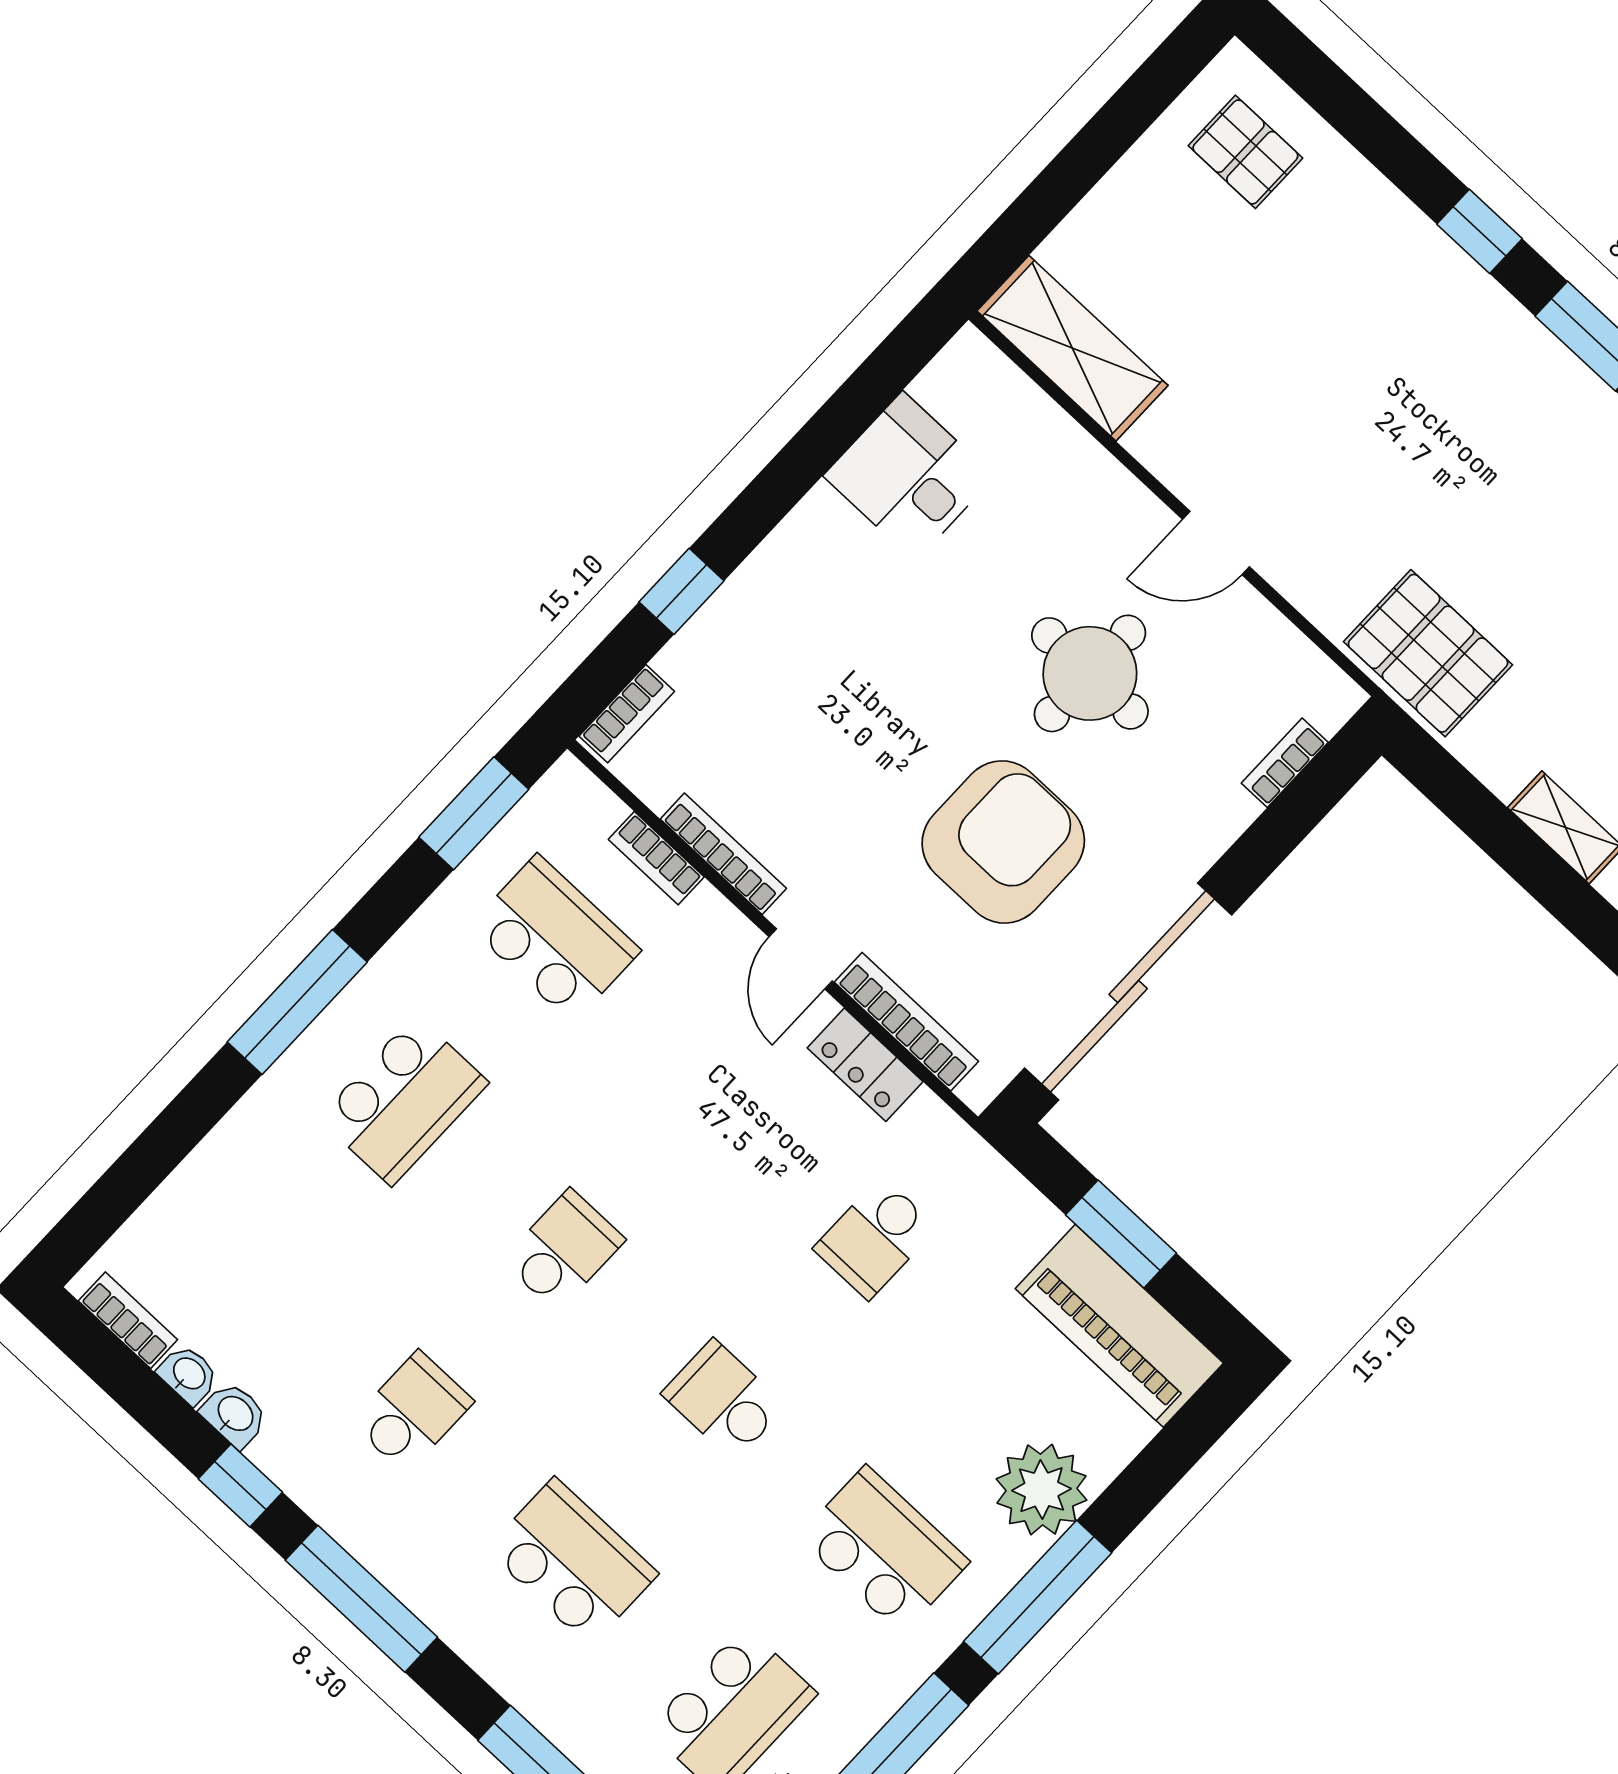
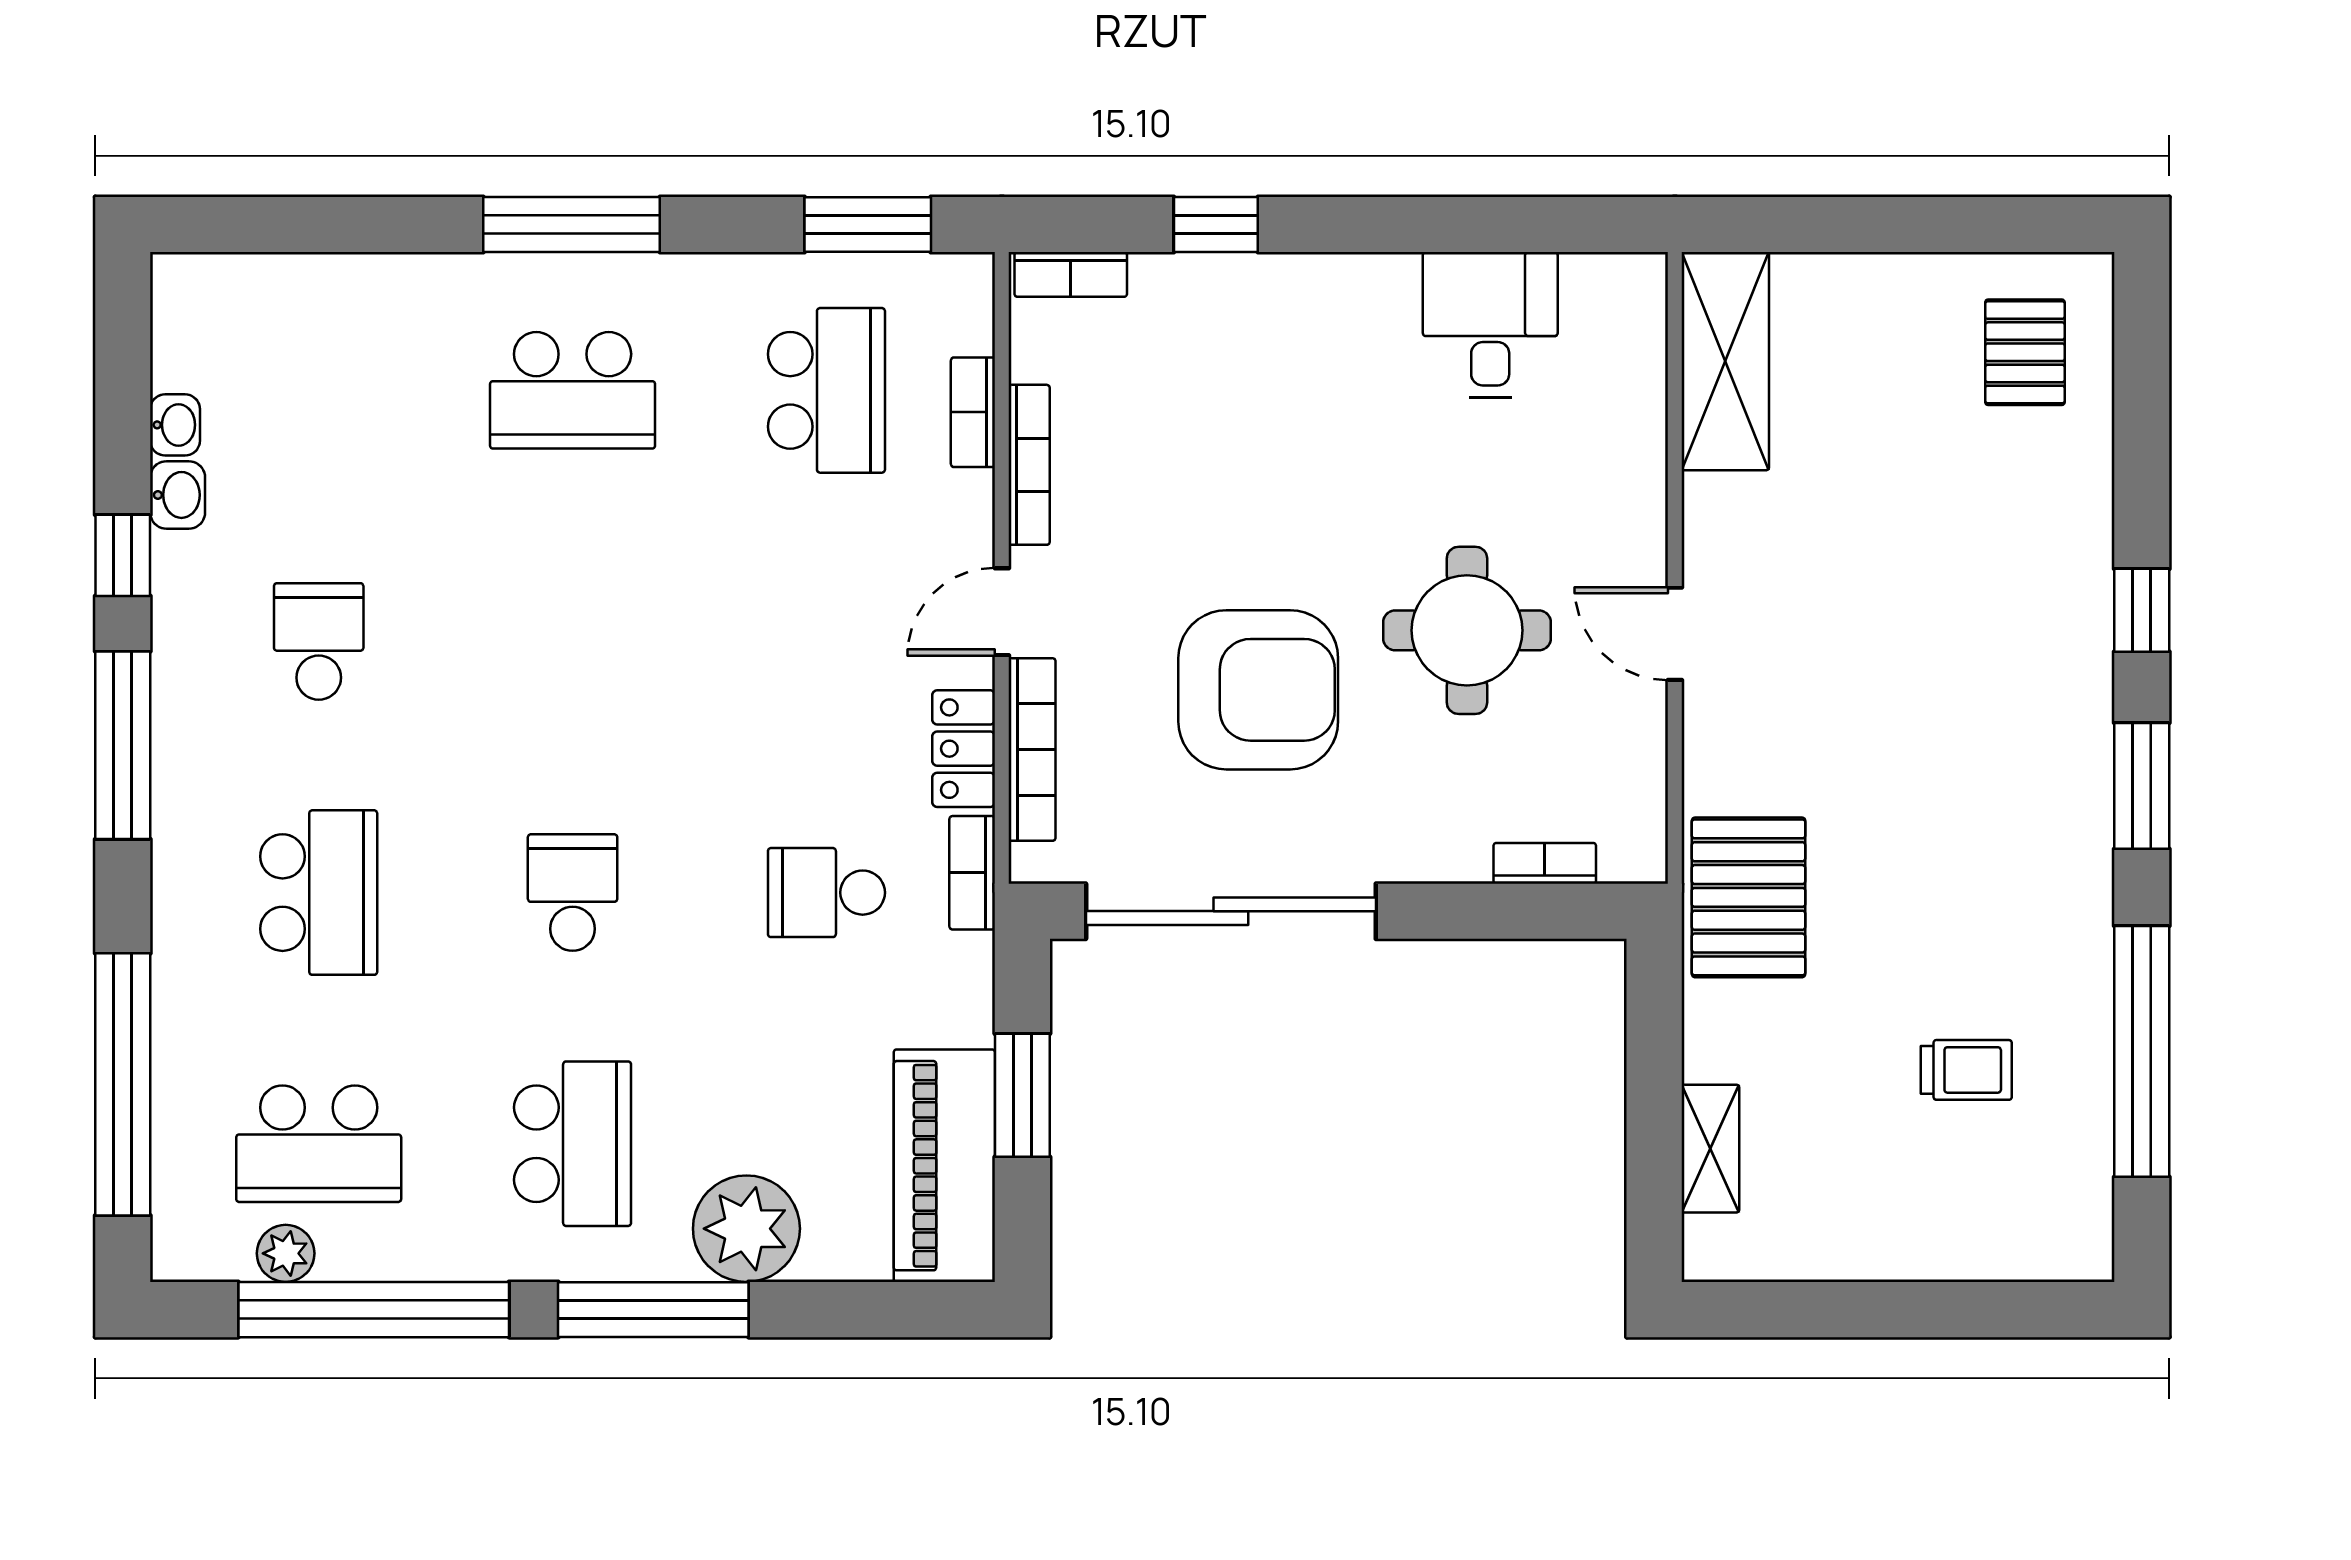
school desk: (564, 1250) -> (573, 641), removed
bookcase: (128, 1320) -> (972, 873), moved, turned 180
school desk: (412, 1412) -> (319, 641), turned -90

